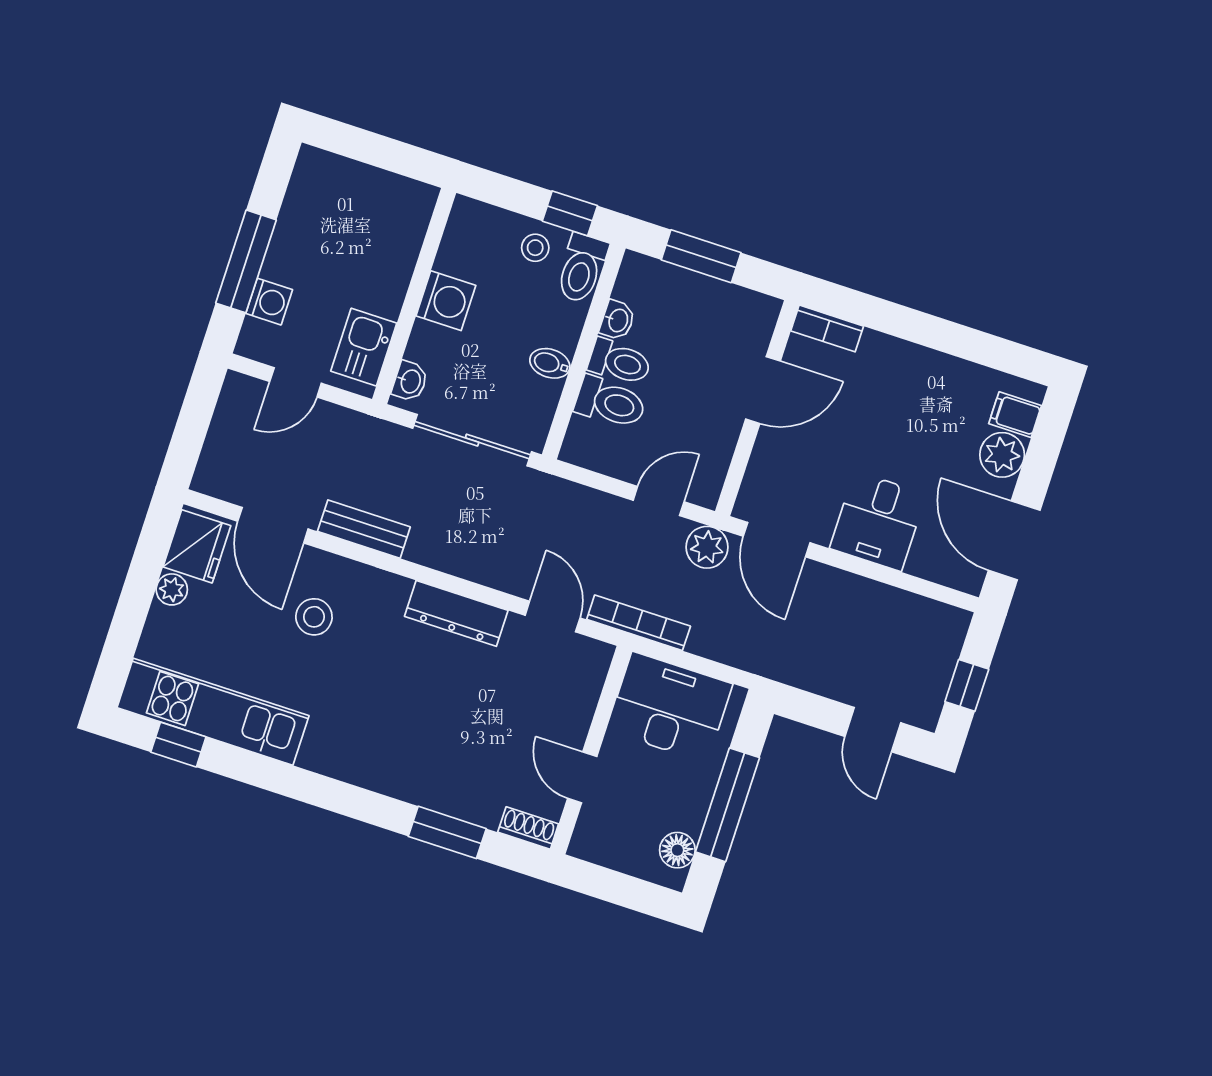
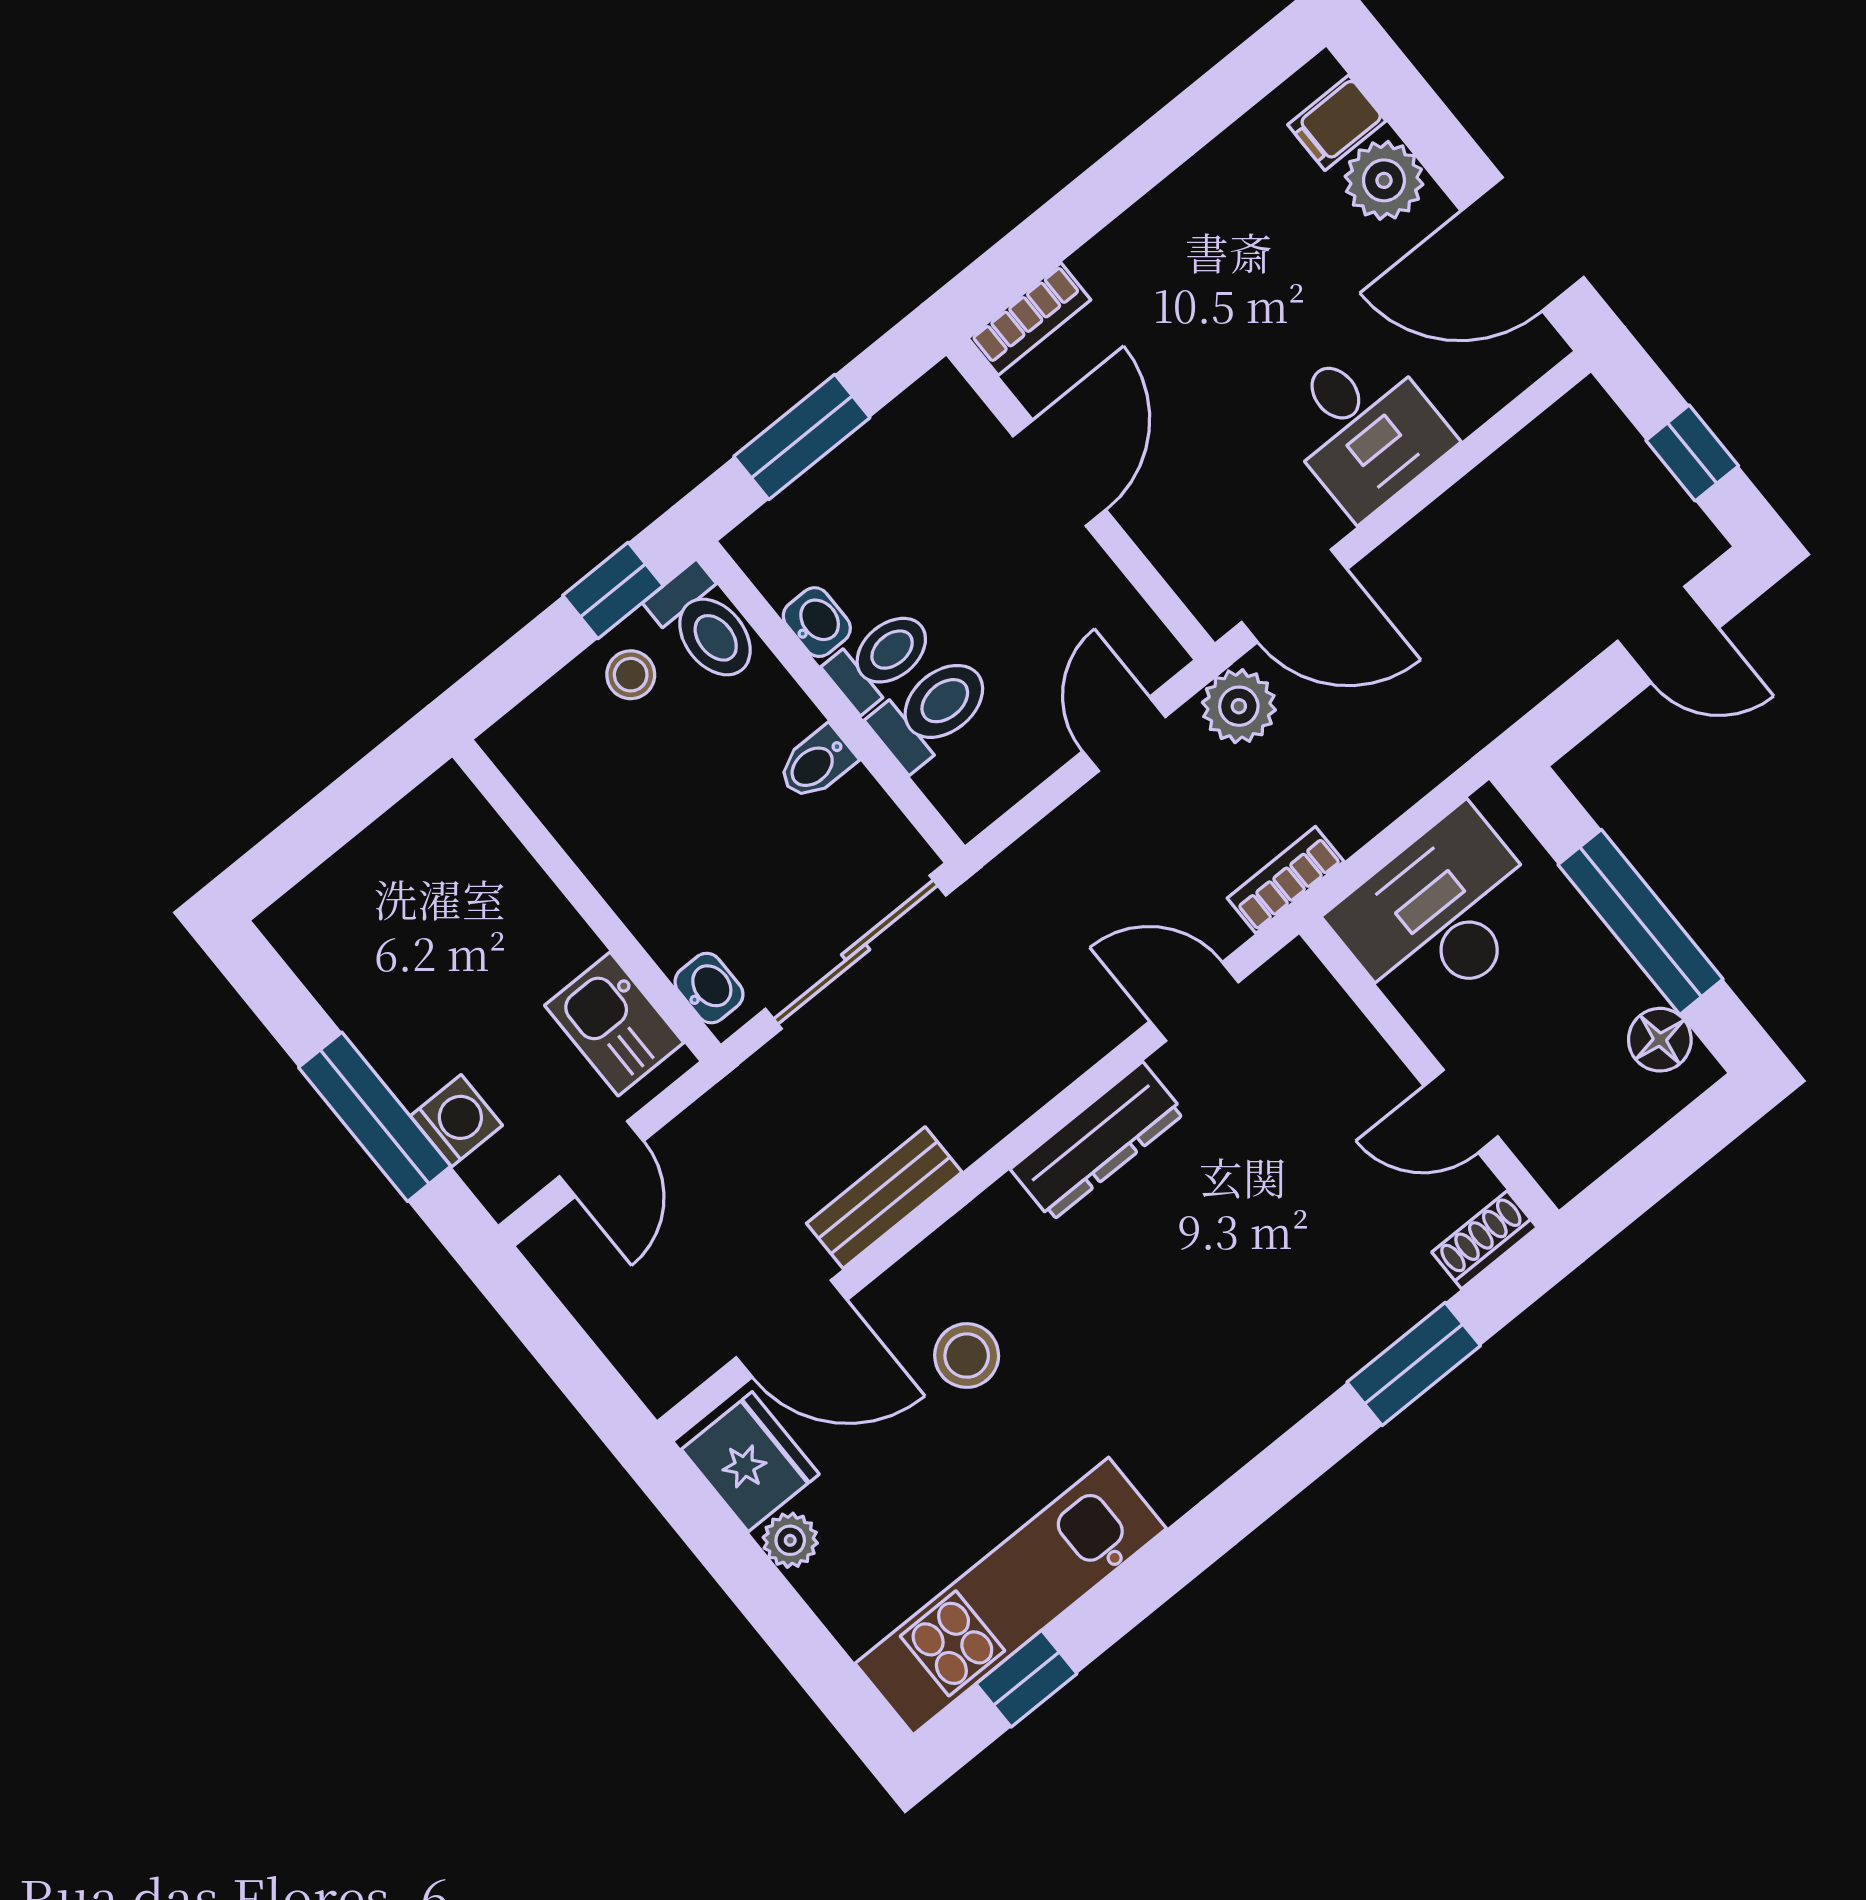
washing machine: (446, 301) -> (624, 858), removed
bookcase: (639, 623) -> (1286, 880), width x0.64

